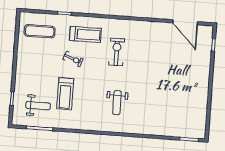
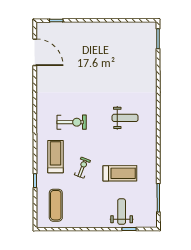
door: (185, 22) -> (35, 52), hinge flipped
exercise bike: (117, 52) -> (72, 122), turned 180
weight bench: (38, 106) -> (122, 212), moved

